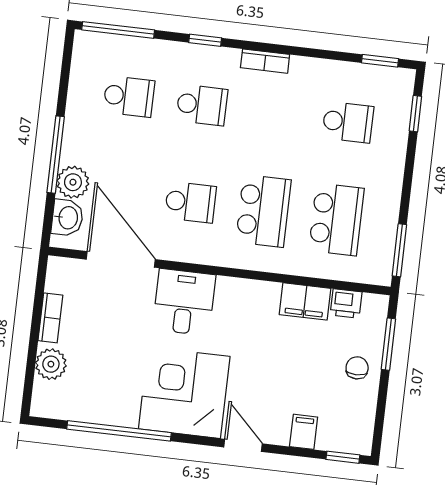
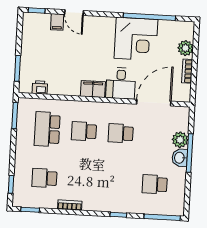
bookcase: (265, 61) -> (70, 205), moved
school desk: (202, 105) -> (118, 182), removed
school desk: (263, 211) -> (84, 131), width x0.54
washbasin: (67, 218) -> (180, 158), moved
door: (121, 259) -> (154, 103), swing flipped
filing cabinet: (305, 301) -> (93, 89), moved
chair: (357, 368) -> (32, 56), removed
corner desk: (184, 393) -> (136, 39), moved
door: (243, 445) -> (74, 13), moved

